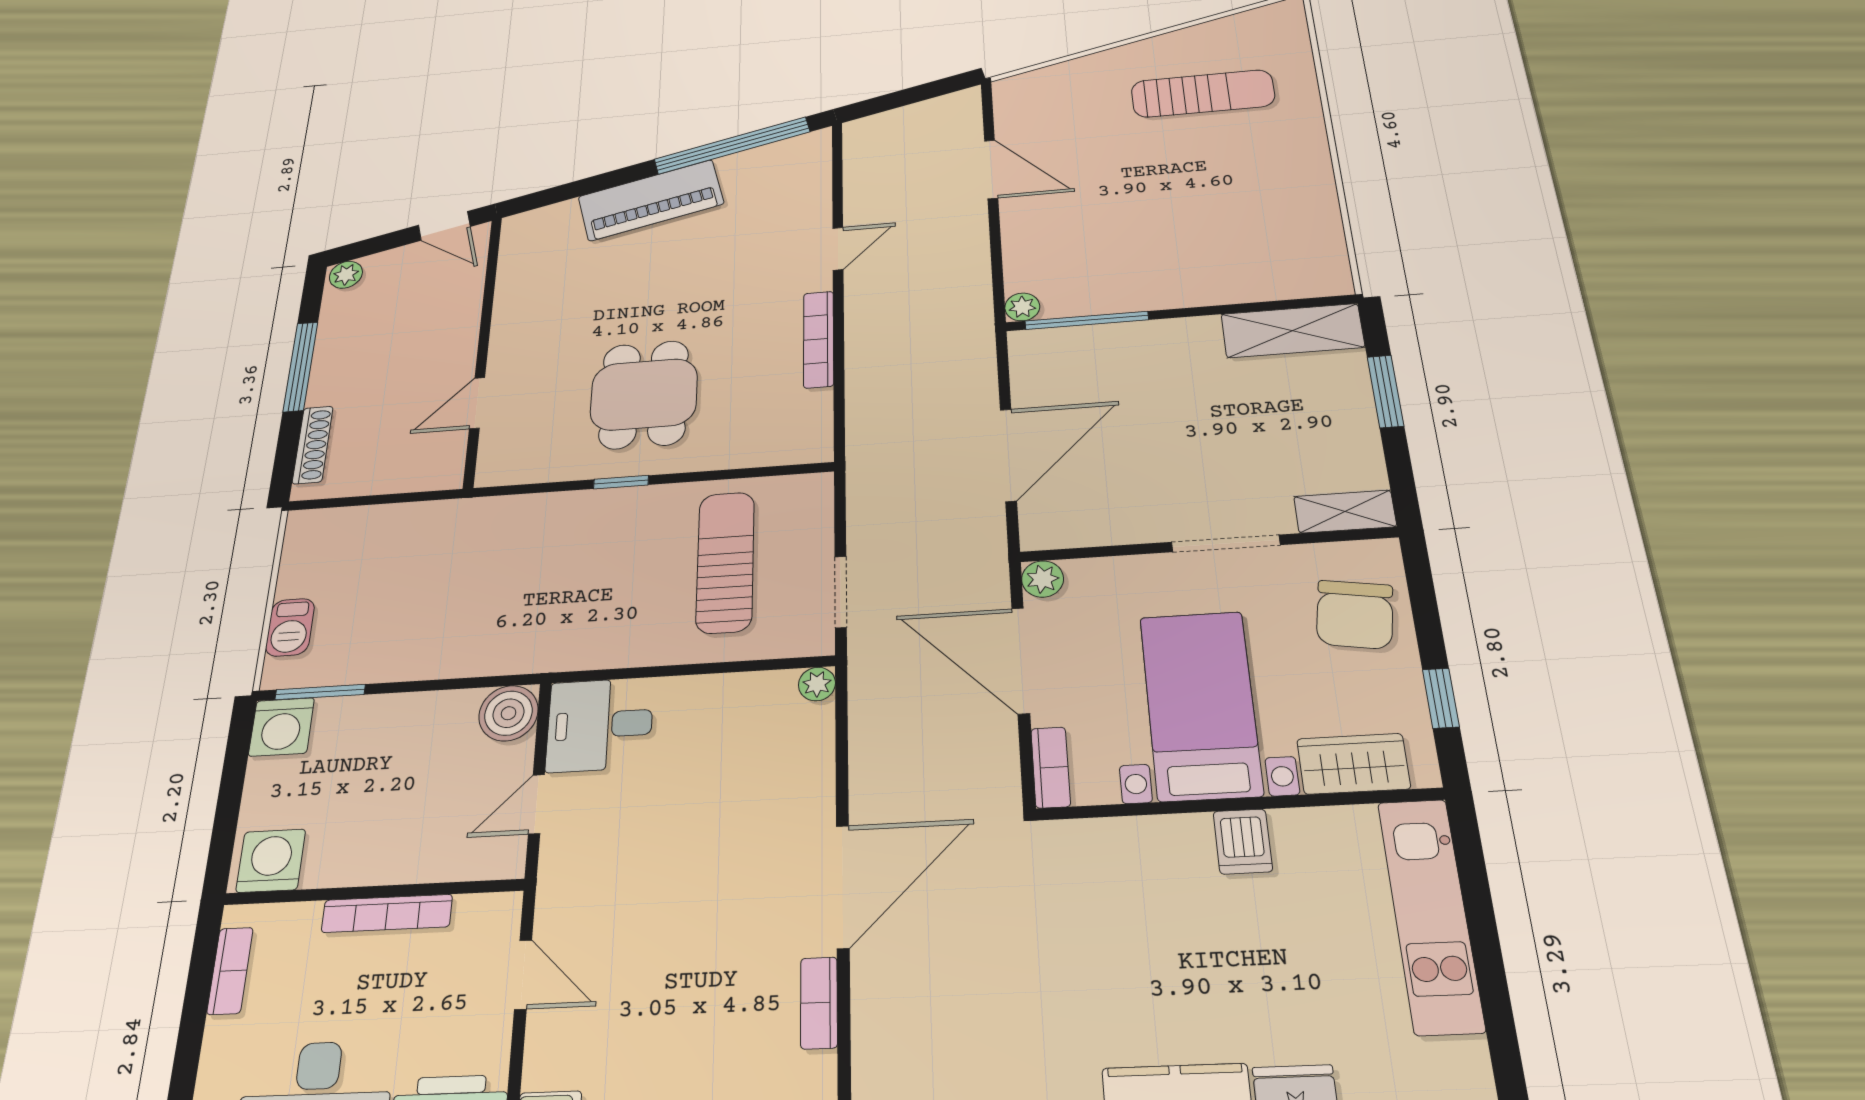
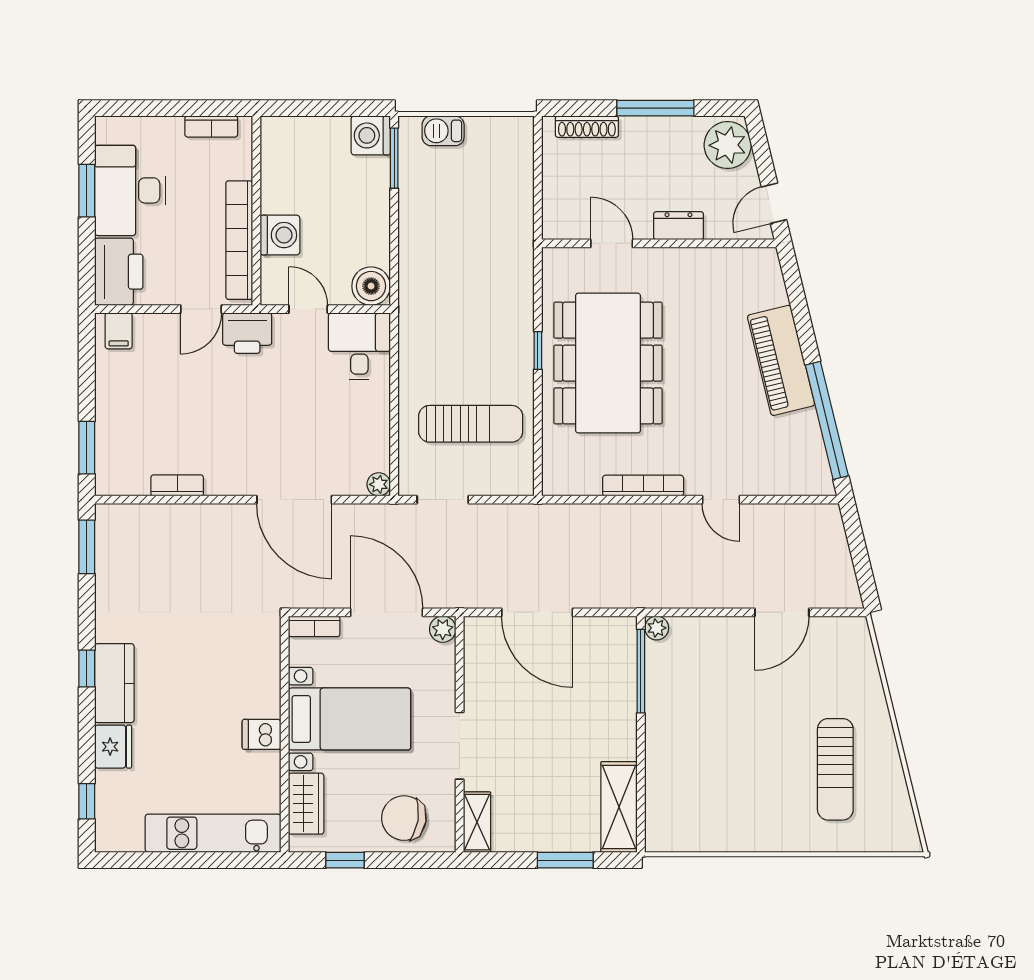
plant: (346, 275) -> (728, 145), width x1.88, depth x1.88
dresser: (461, 327) -> (678, 226), added
dining table: (644, 394) -> (608, 363), width x1.88, depth x1.24
door: (1021, 660) -> (386, 612), hinge flipped
washing machine: (271, 861) -> (280, 235), moved
door: (843, 886) -> (294, 500), moved
printer: (568, 897) -> (247, 333), added
bookcase: (387, 913) -> (239, 240), width x1.48, depth x1.31

